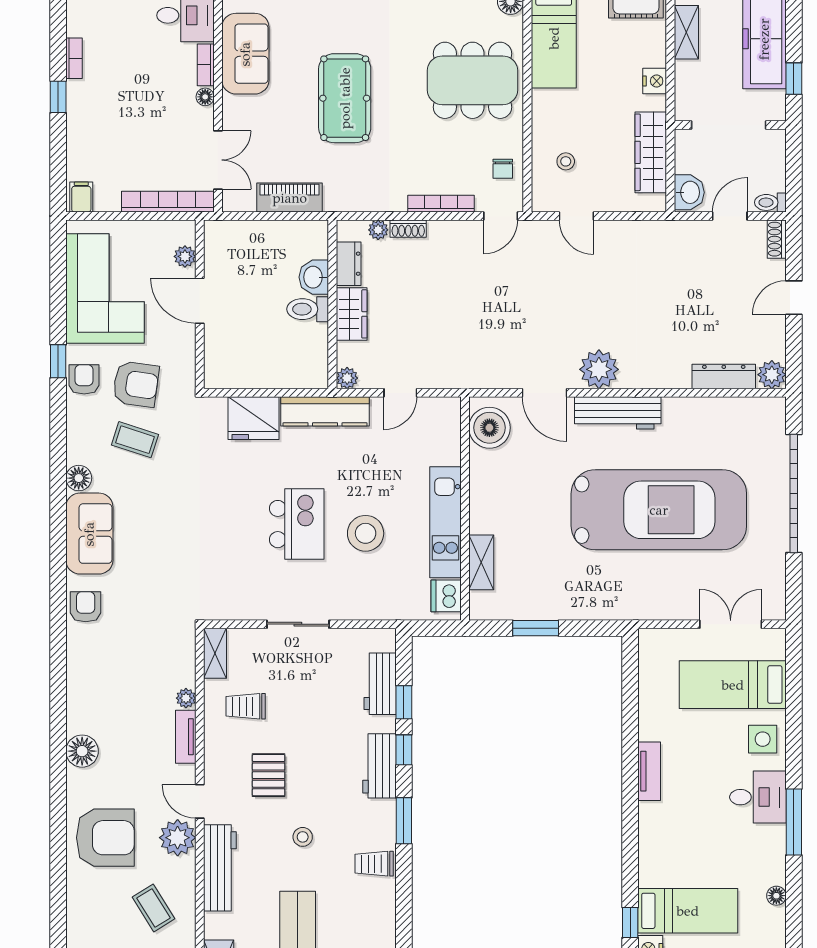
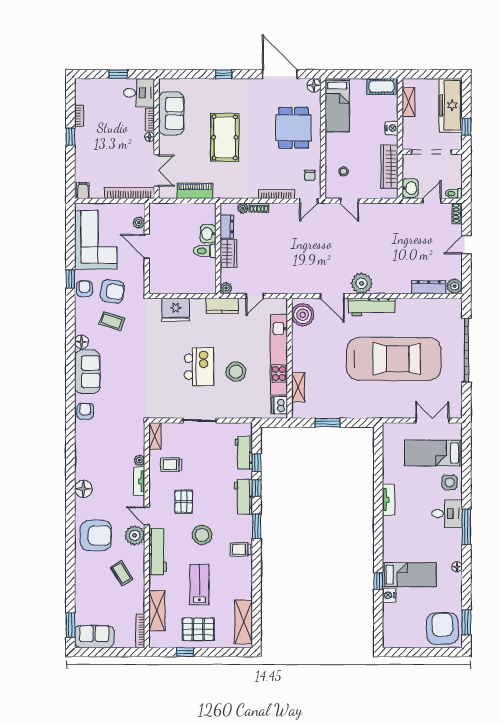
dining table: (473, 80) -> (293, 128), width x0.73
kitchen counter: (325, 411) -> (222, 306), width x0.67
kitchen unit: (445, 522) -> (279, 355), width x1.36
stool: (303, 837) -> (202, 535), width x1.89, depth x1.89

